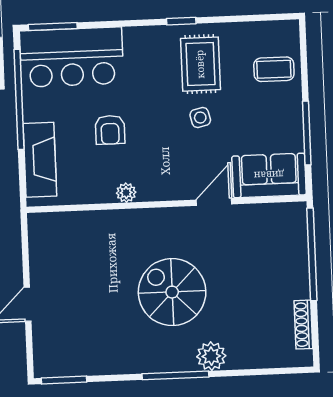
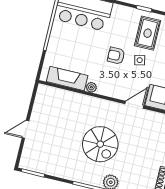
armchair: (110, 130) -> (116, 56), moved, turned 90
fireplace: (40, 160) -> (67, 79), moved, turned -90
spiral stairs: (172, 292) -> (100, 144), turned 180

